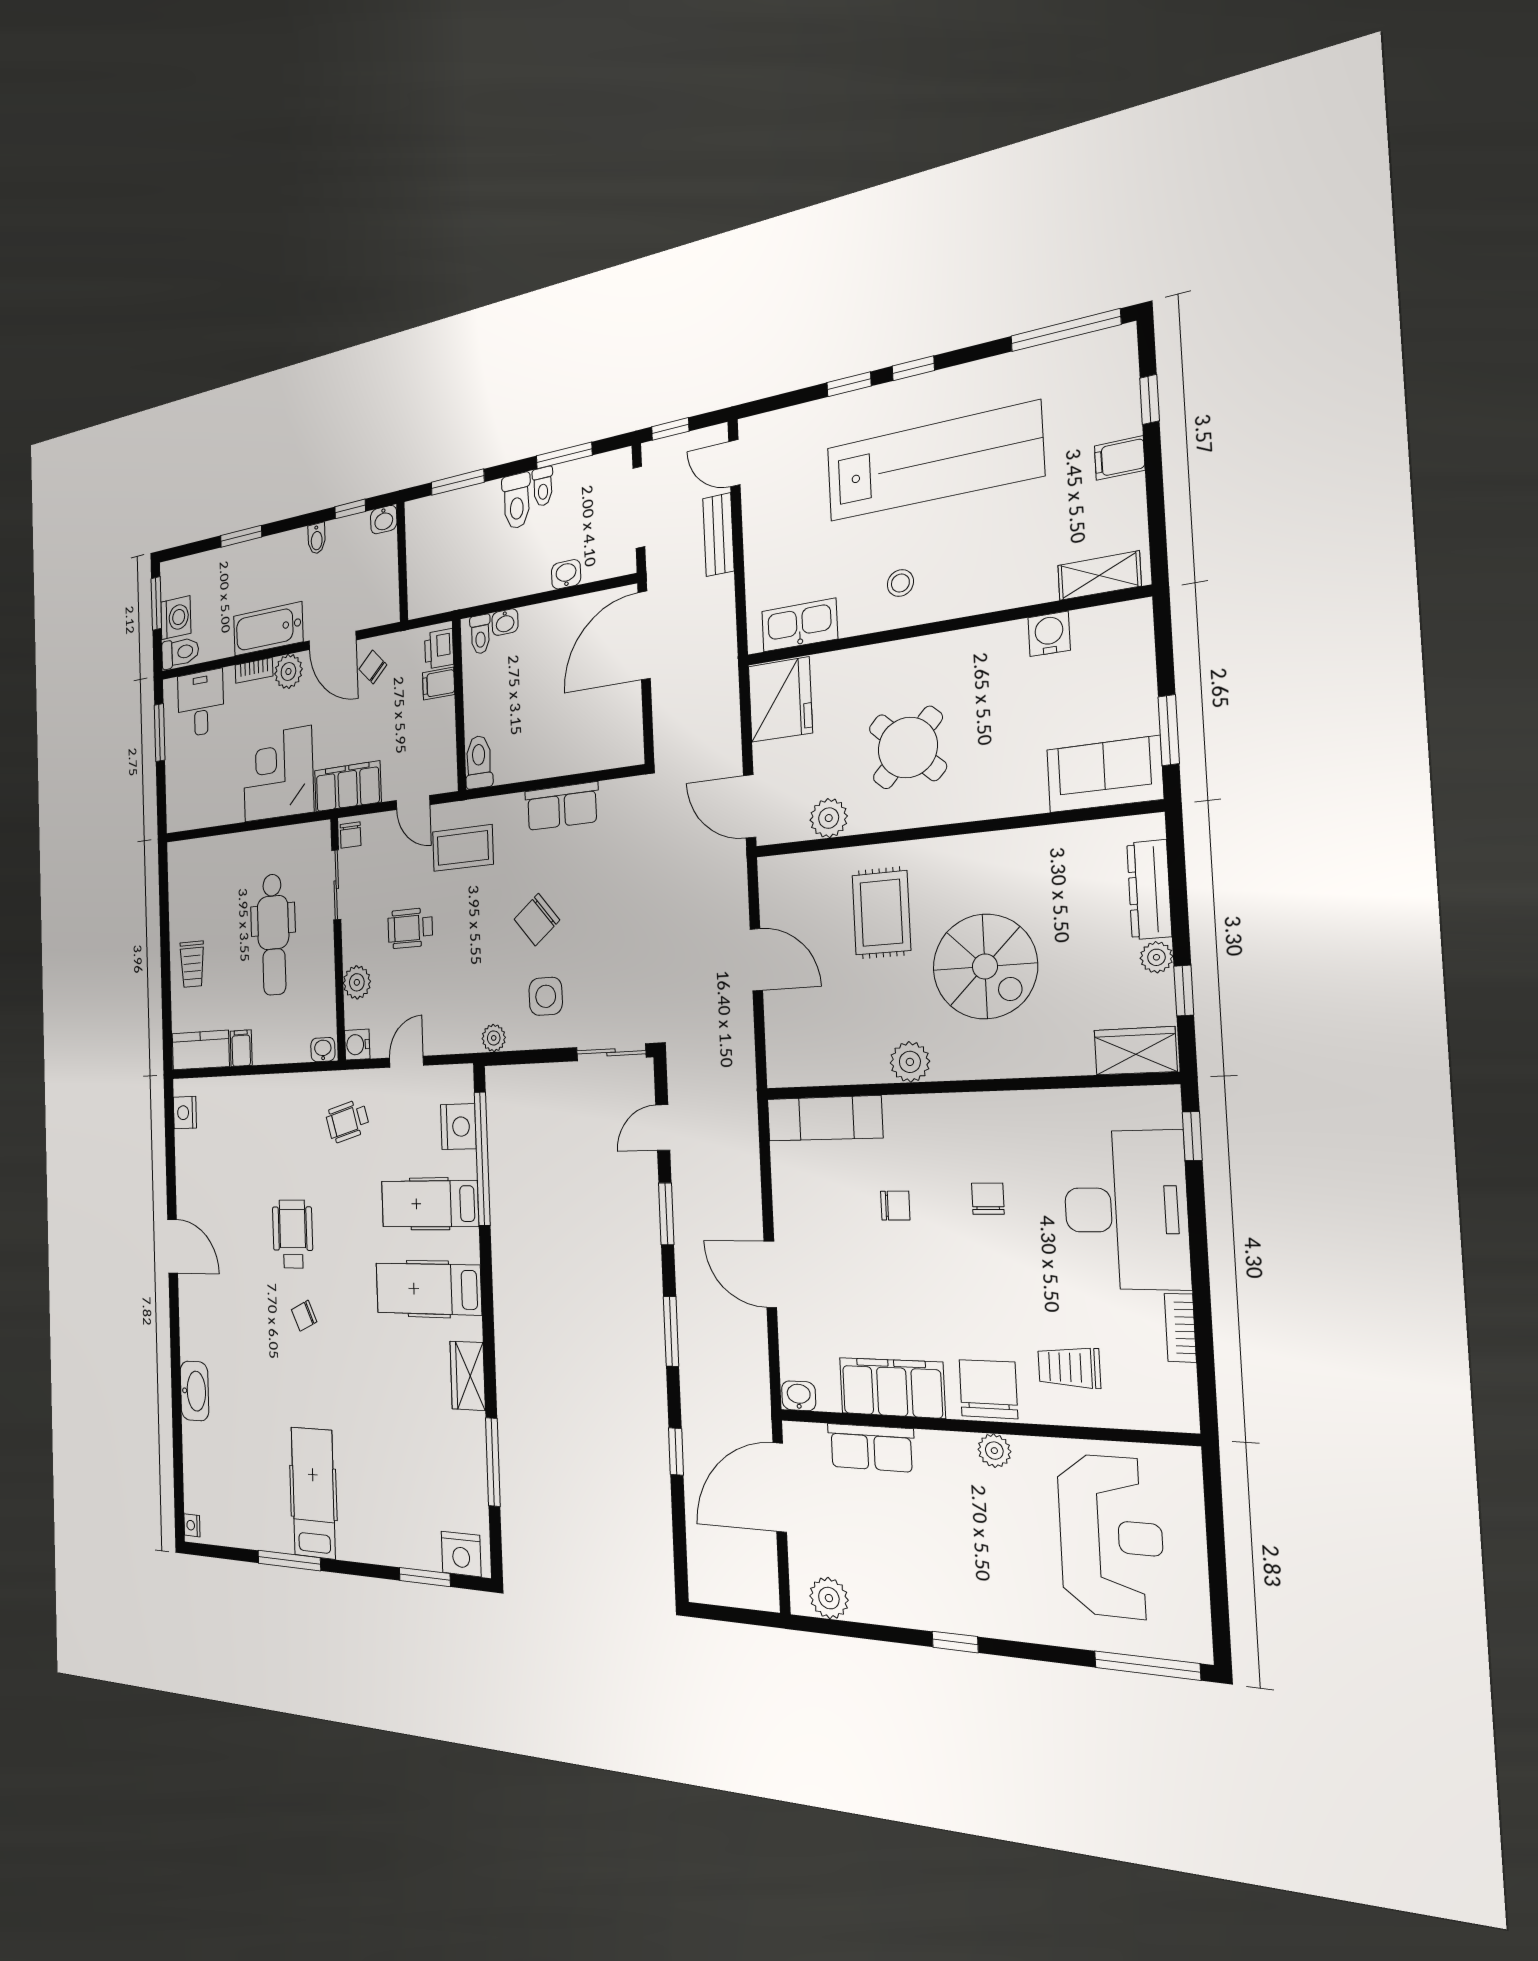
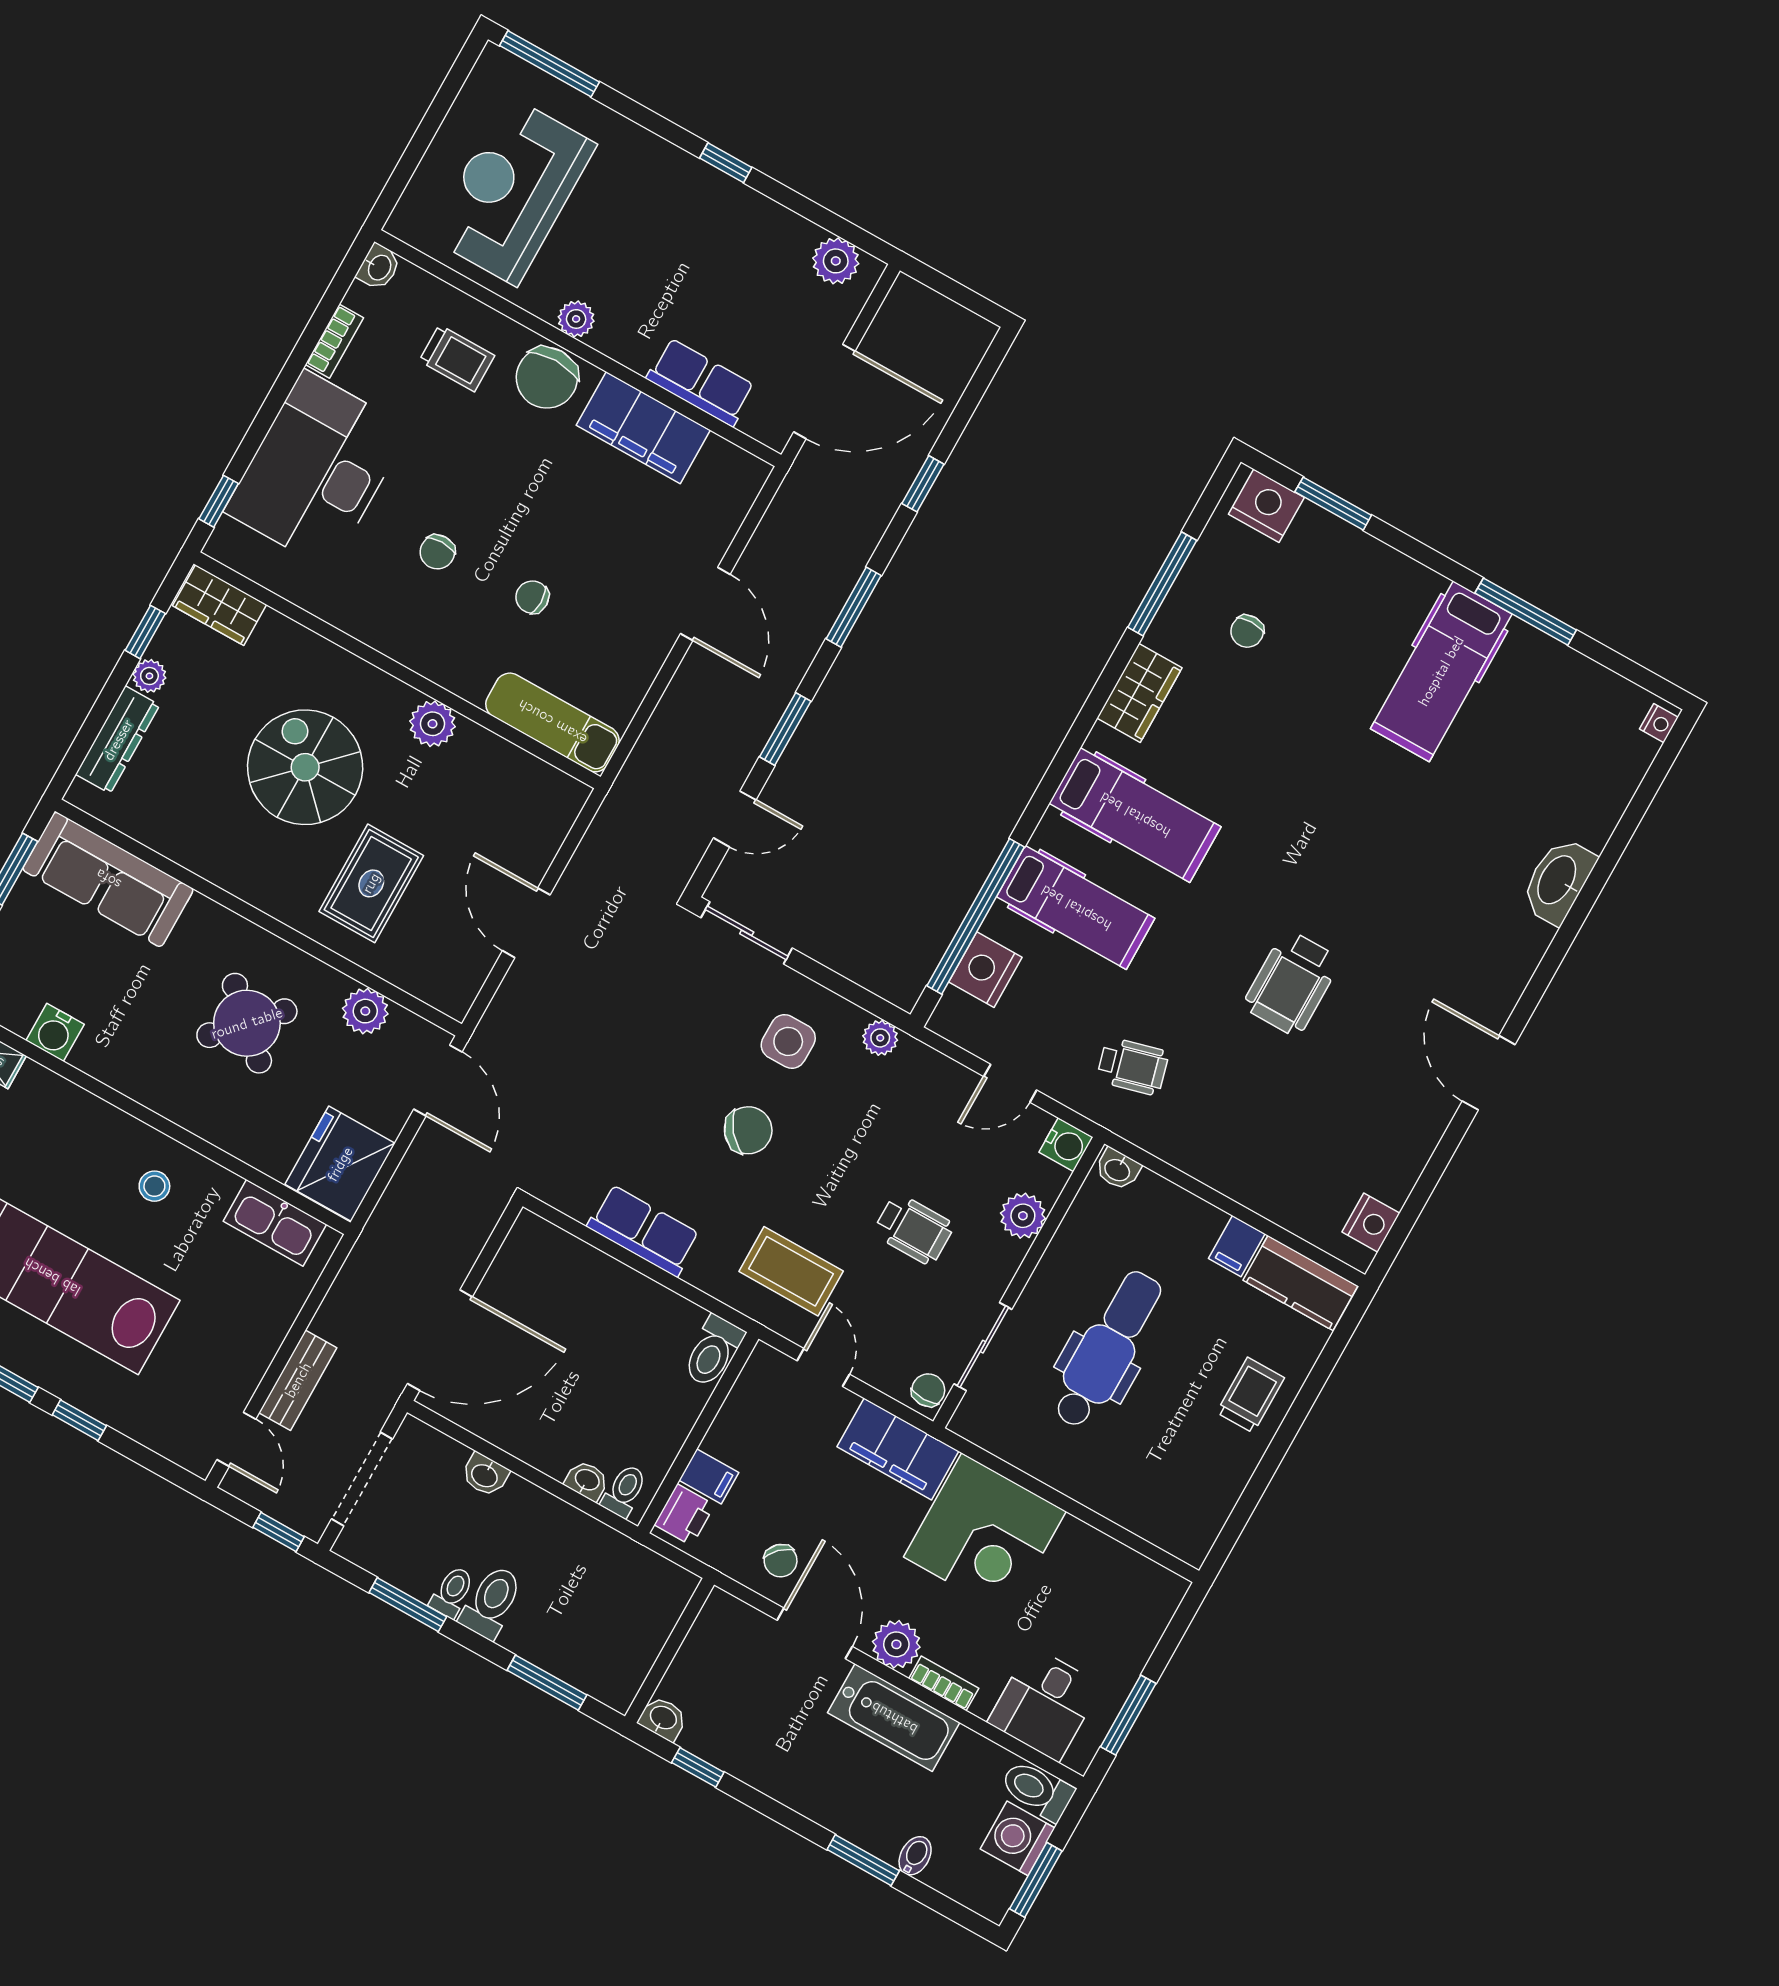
bidet: (317, 539) -> (915, 1856), moved
sofa: (1105, 774) -> (108, 879), width x1.36
chair: (304, 1316) -> (1247, 631), moved, turned 115
washbasin: (799, 1396) -> (379, 267), moved, turned -90

